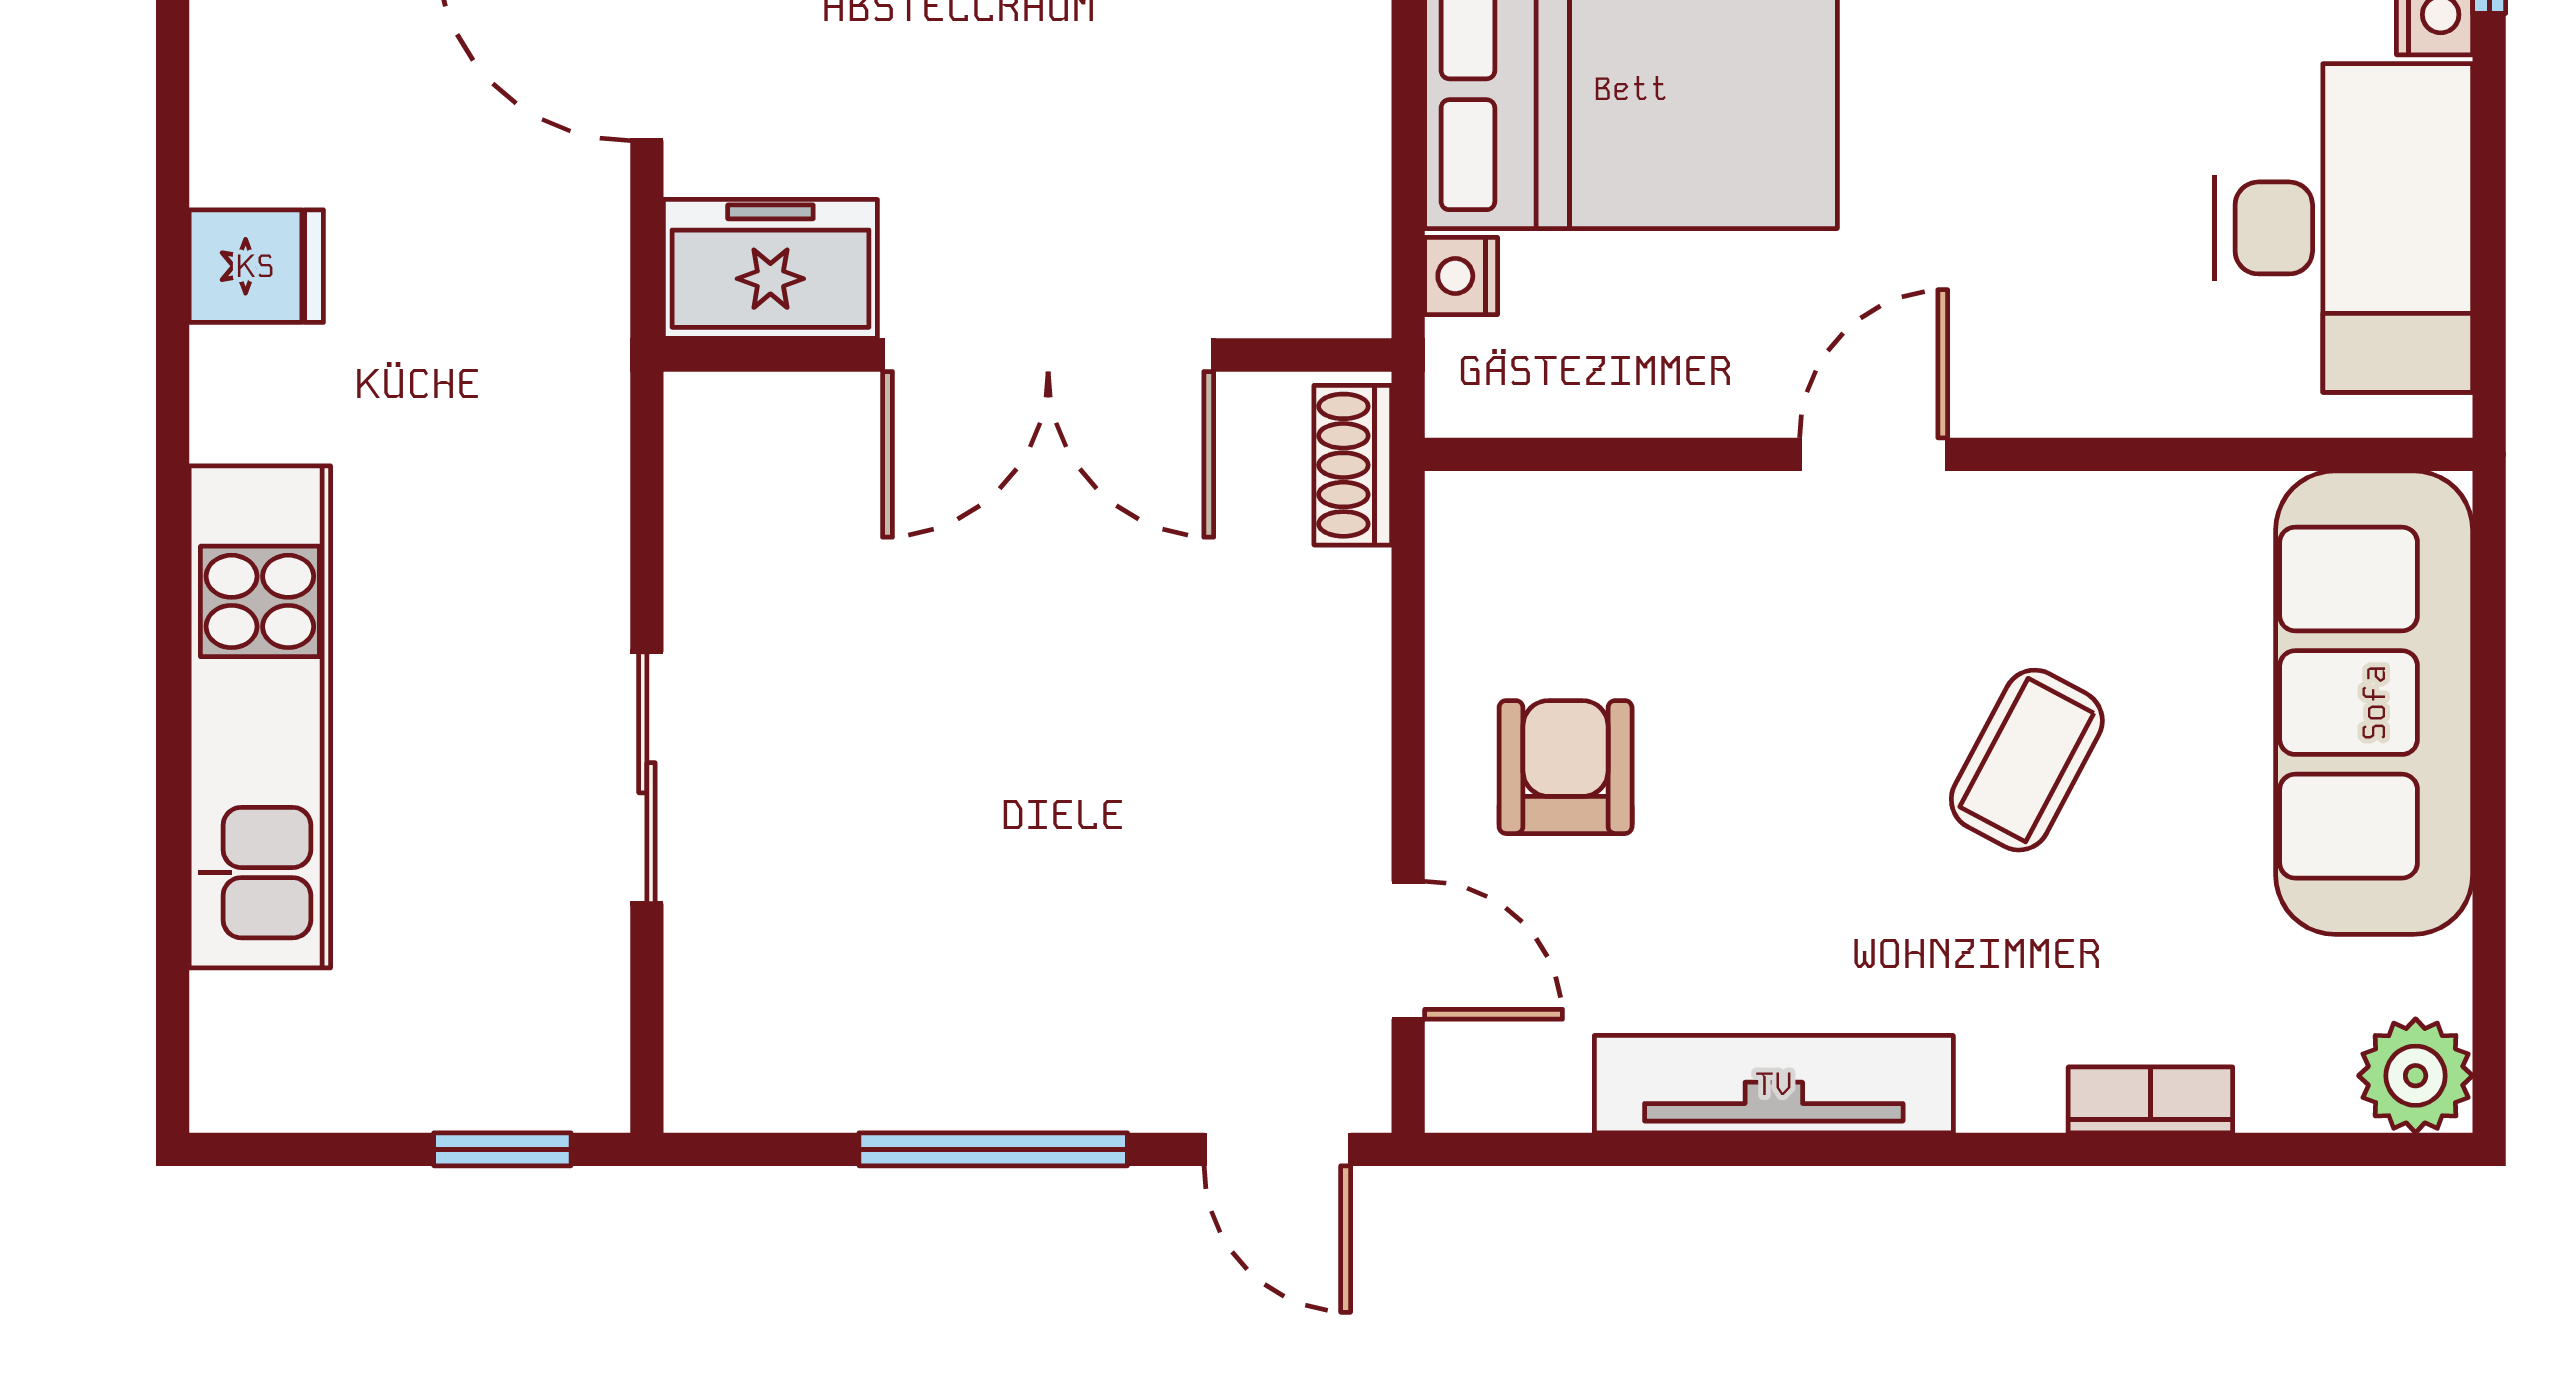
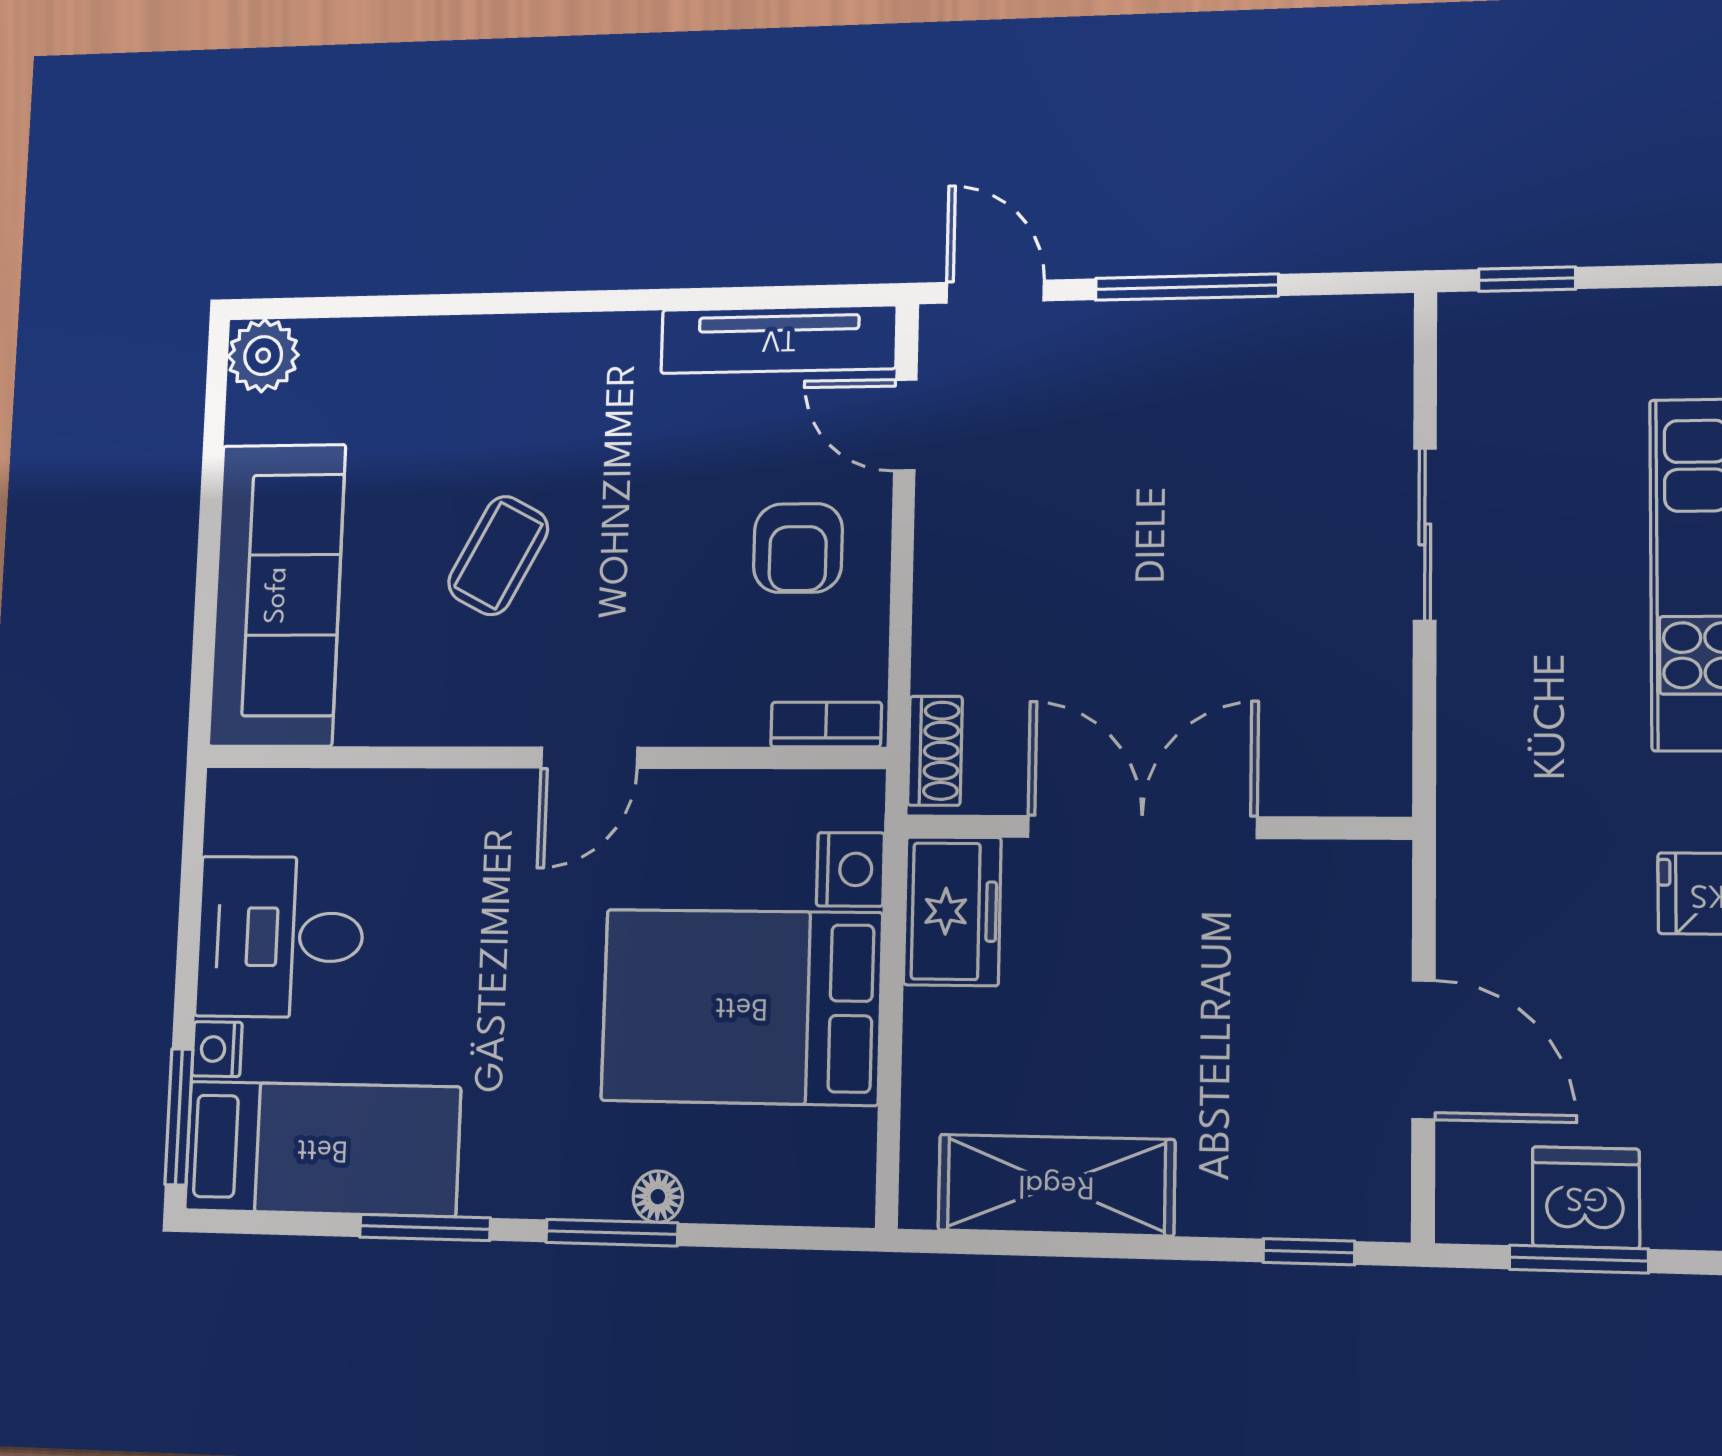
desk: (2344, 228) -> (280, 937), width x0.73
freezer: (770, 269) -> (952, 911), moved, turned -90
nightstand: (1461, 276) -> (850, 869), width x1.39, depth x1.35
tv unit: (1774, 1084) -> (778, 339), moved
bookcase: (2150, 1100) -> (826, 724), moved, turned 180

